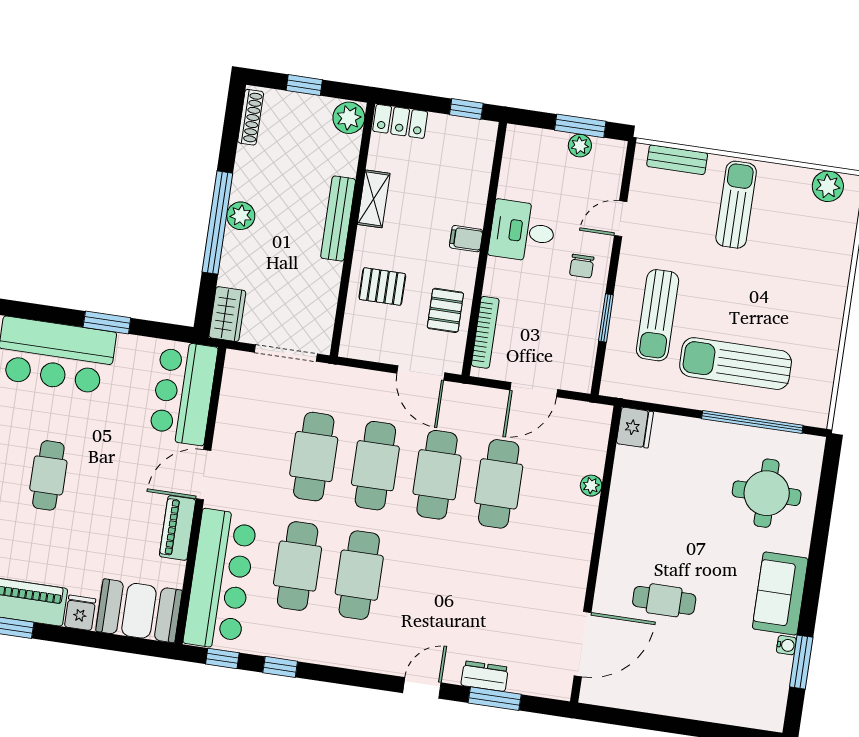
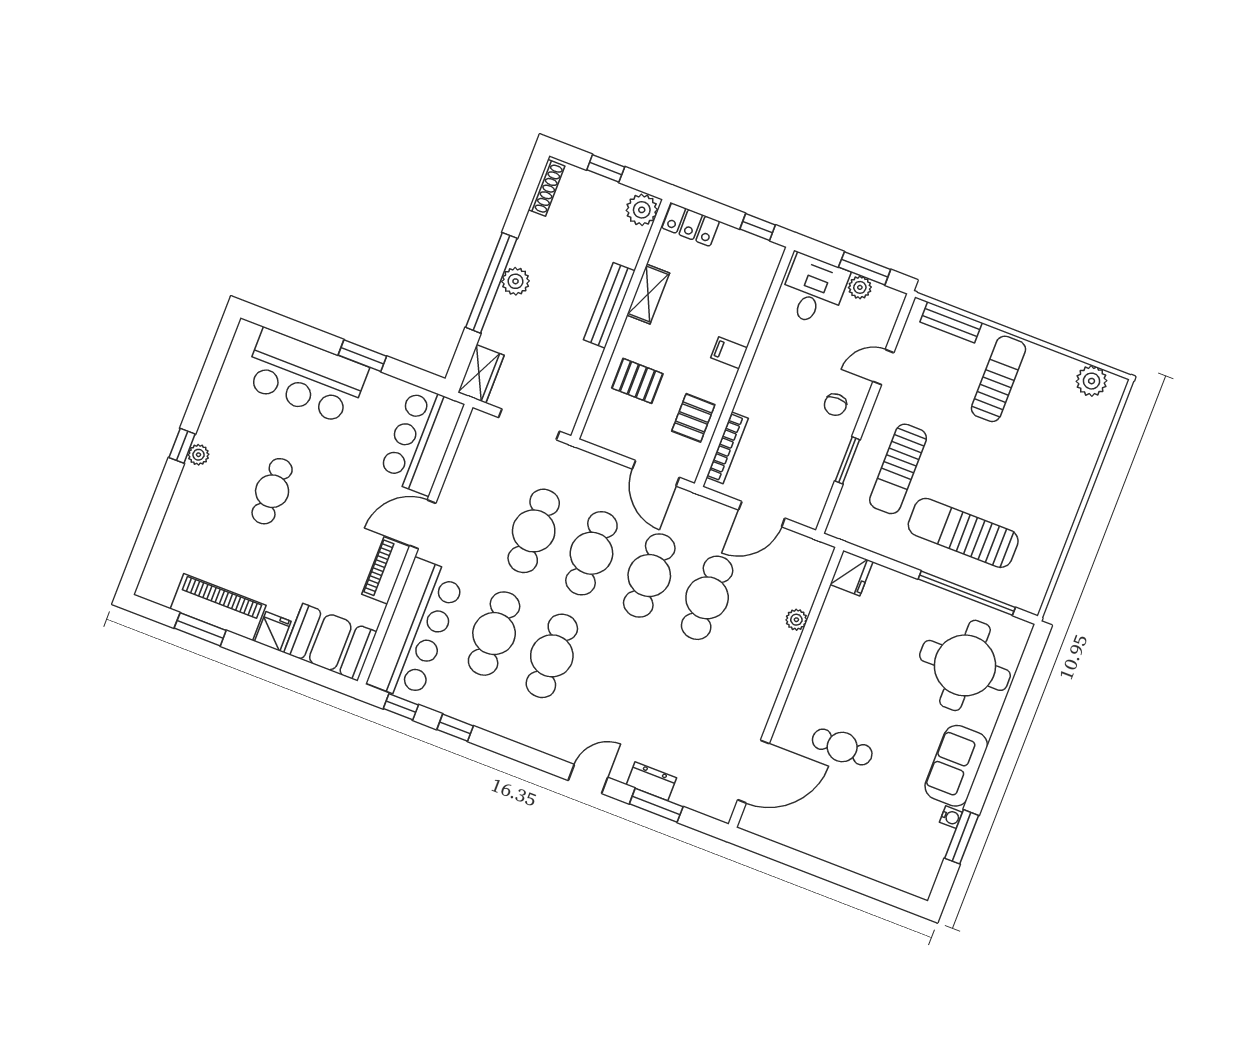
desk: (522, 231) -> (813, 290), moved, turned 90
round table: (767, 493) -> (965, 665), width x1.36, depth x1.36

